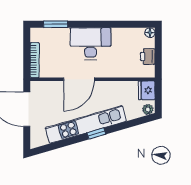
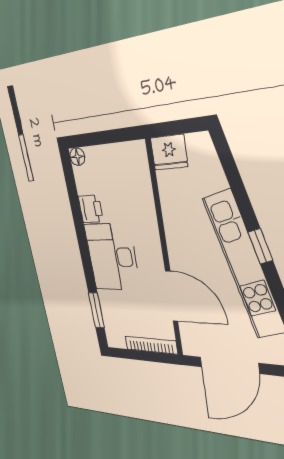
printer: (148, 57) -> (91, 209), moved, turned -90
door: (79, 79) -> (172, 296), moved
plant: (148, 109) -> (203, 146), removed

